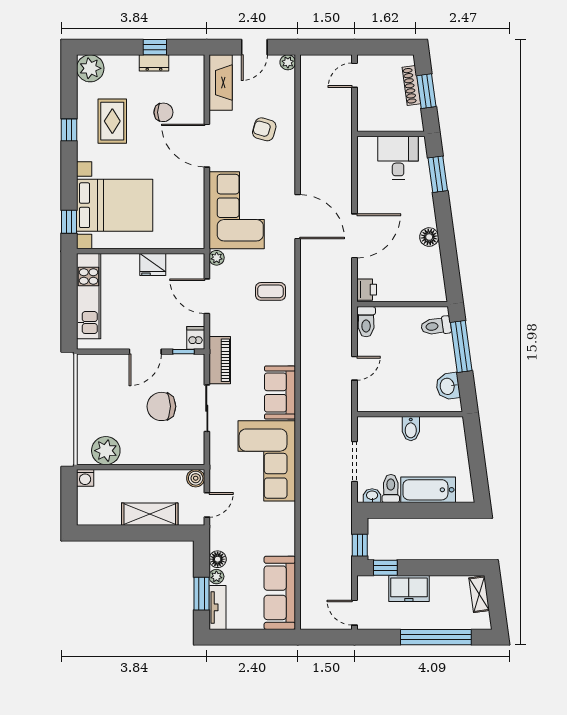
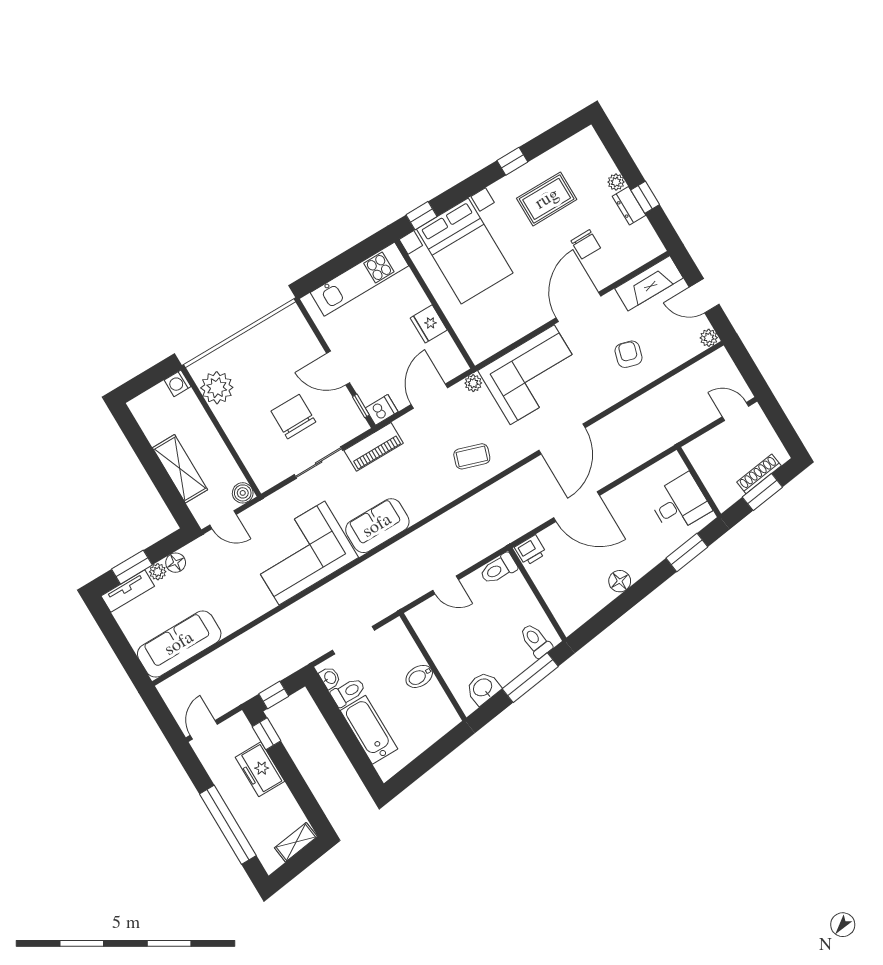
plant: (90, 68) -> (616, 182), moved, width x0.53, depth x0.53
coffee table: (270, 291) -> (472, 456), turned -72

